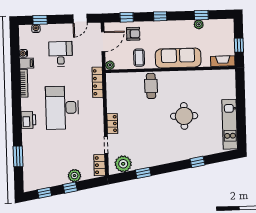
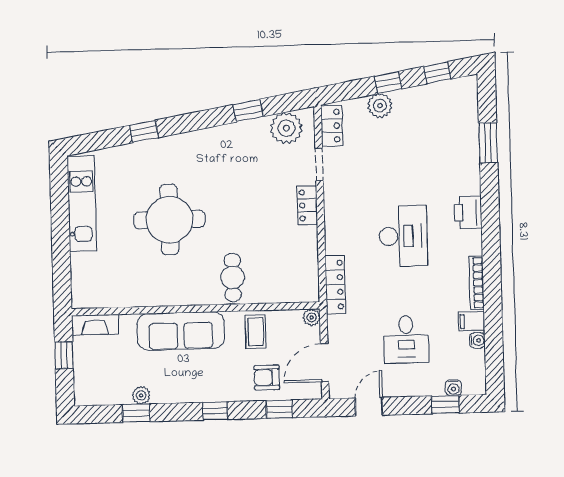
desk: (62, 108) -> (403, 236), width x0.73, depth x0.77
round table: (184, 116) -> (169, 220), width x1.36, depth x1.36

